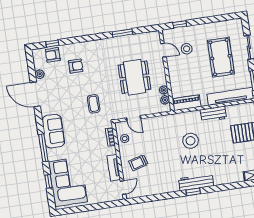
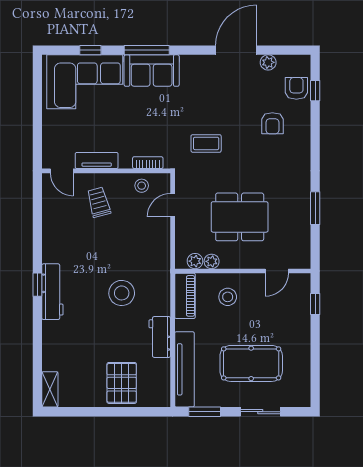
stool: (187, 49) -> (228, 297), moved
sofa: (53, 131) -> (152, 71), moved

